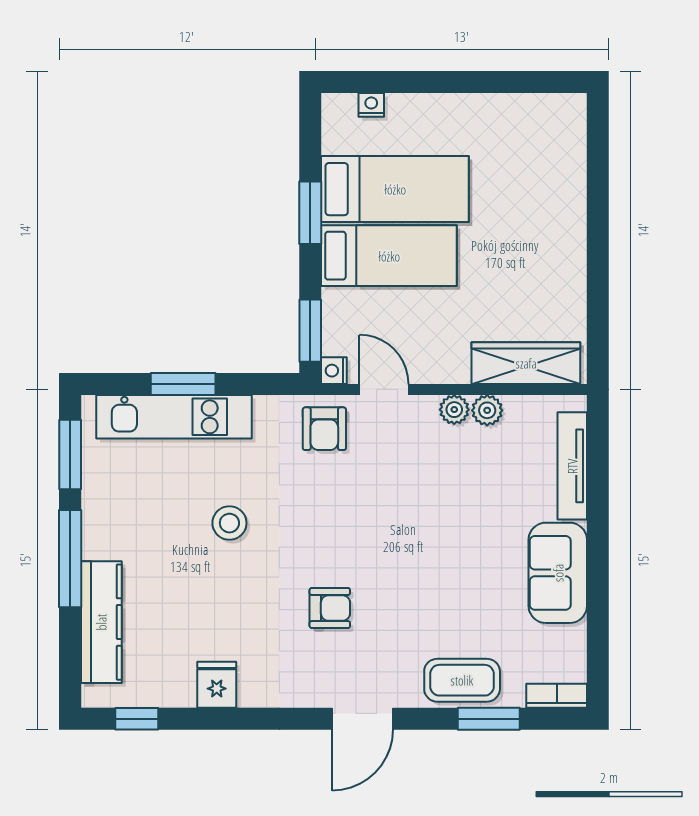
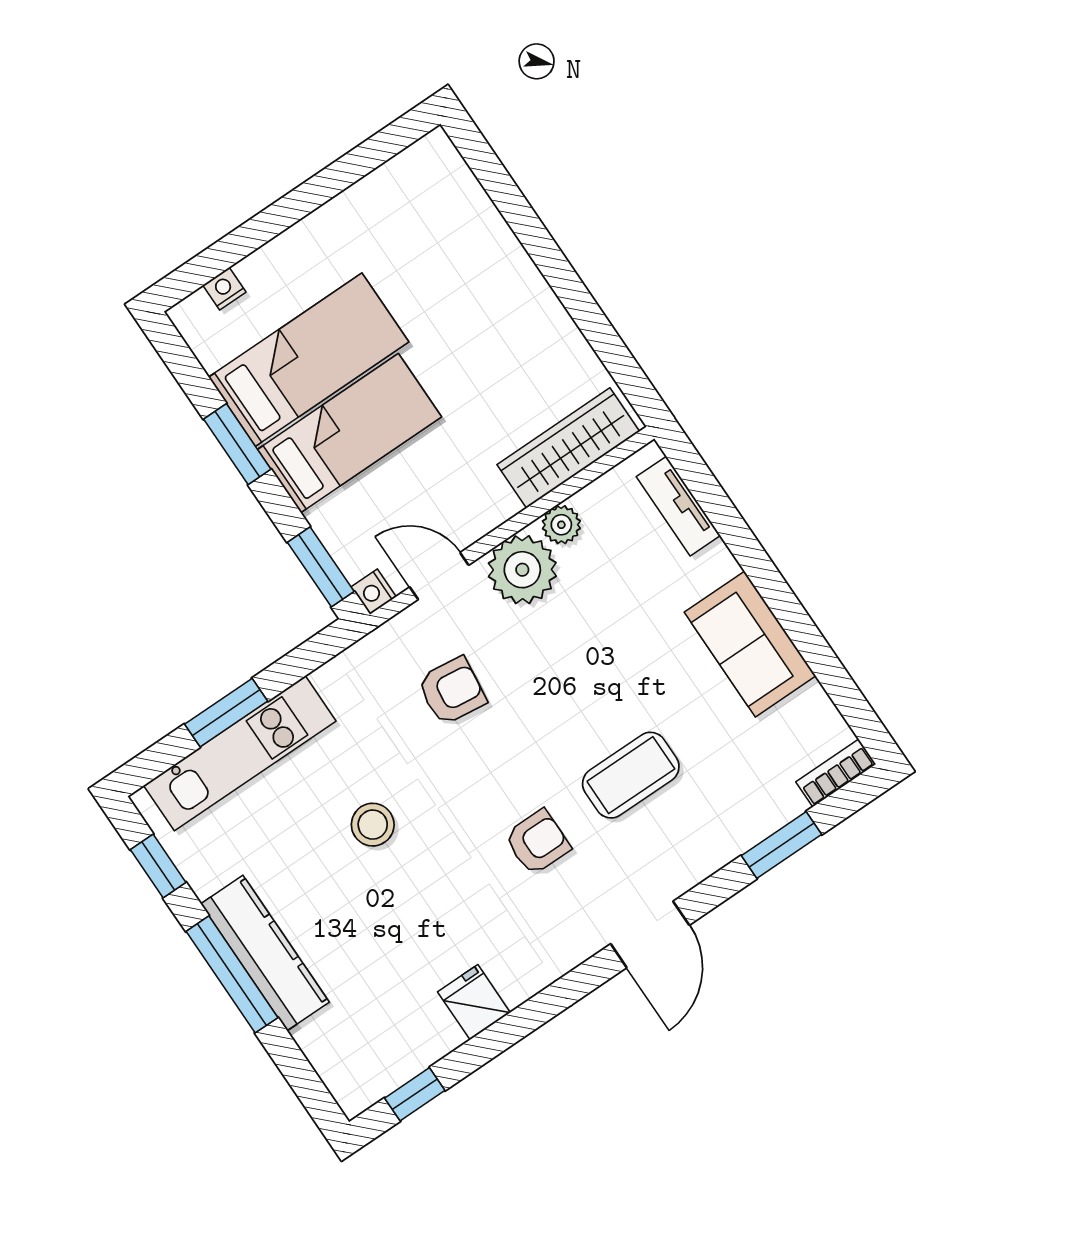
plant: (454, 410) -> (522, 570), width x1.88, depth x1.88
armchair: (324, 429) -> (452, 691), moved, turned -83
window: (70, 454) -> (158, 866), width x0.67
tv unit: (572, 466) -> (678, 506), width x0.71
kitchen counter: (101, 622) -> (265, 953), moved
coffee table: (462, 680) -> (631, 775), moved

